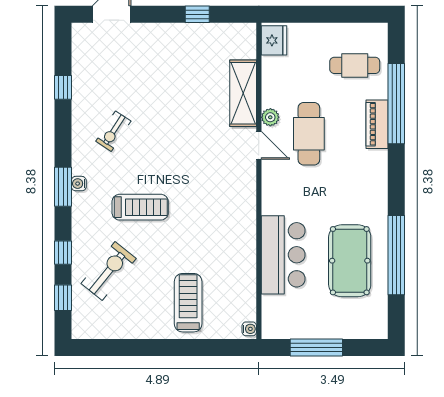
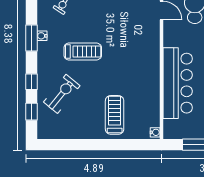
bar counter: (283, 255) -> (178, 83), width x1.36

